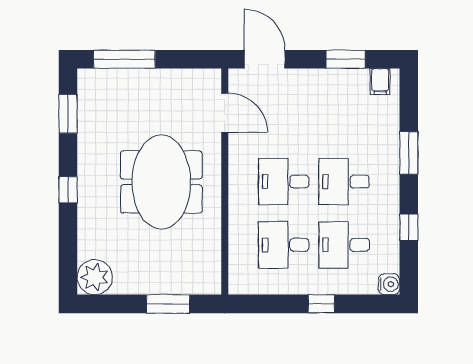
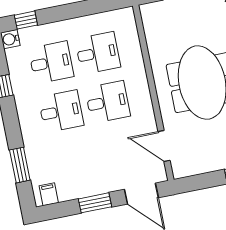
window: (346, 59) -> (95, 203), moved
window: (409, 153) -> (20, 165), moved
window: (321, 304) -> (26, 20), moved

